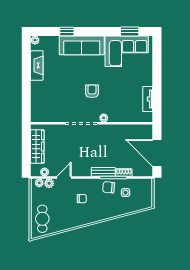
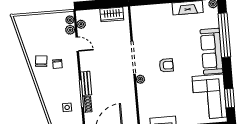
window: (67, 31) -> (224, 35), width x3.17
wardrobe: (37, 147) -> (112, 14), width x0.67
chair: (109, 187) -> (41, 61), moved
cafe table: (42, 219) -> (34, 26), removed

